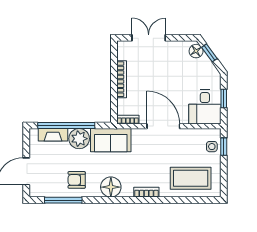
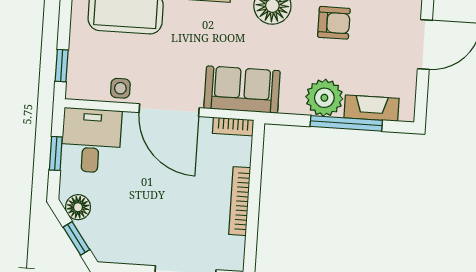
floor lamp: (196, 51) -> (78, 207), moved
window: (66, 125) -> (346, 123), width x0.68
sofa: (111, 140) -> (242, 90), moved
side table: (212, 147) -> (120, 88), moved

